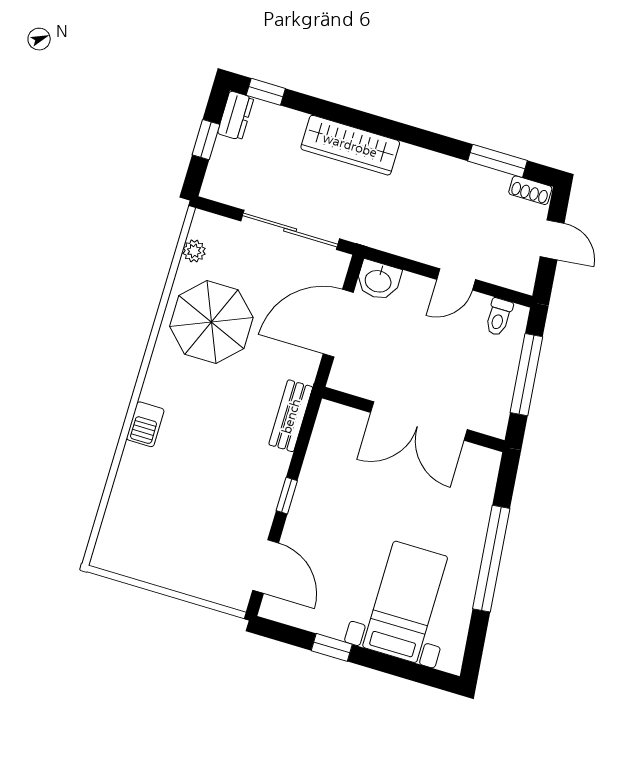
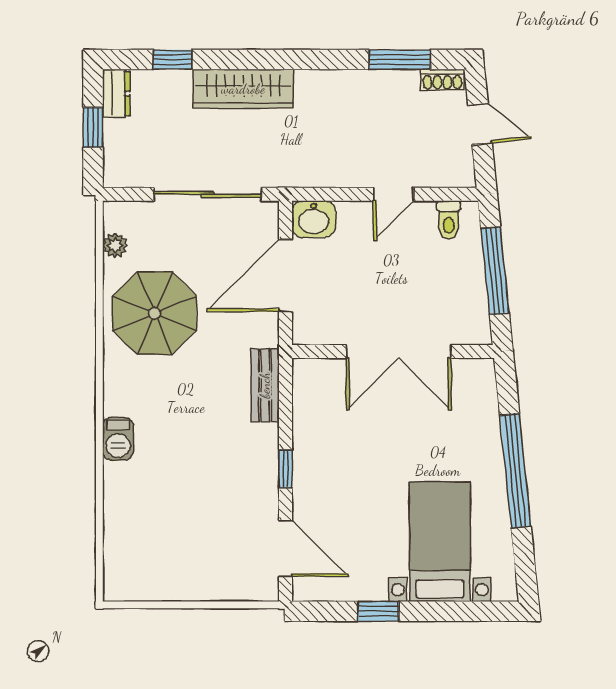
window: (266, 92) -> (172, 60), moved

